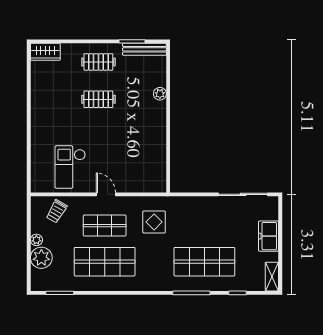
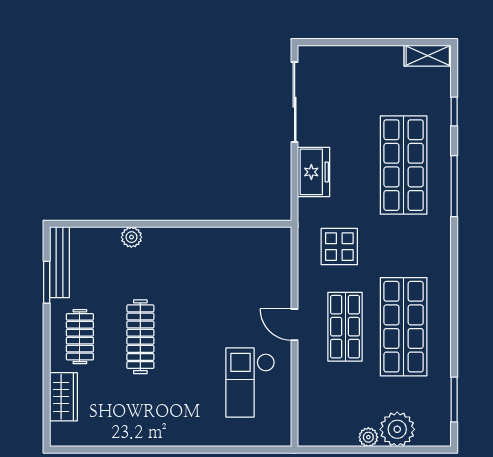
wardrobe: (45, 52) -> (63, 397), moved
clothes rail: (98, 99) -> (140, 337), width x1.36
checkout: (70, 167) -> (250, 383), turned 90
door: (106, 194) -> (295, 325), hinge flipped
trolley: (57, 211) -> (322, 405), removed
freezer: (269, 236) -> (314, 172), moved, turned -90

